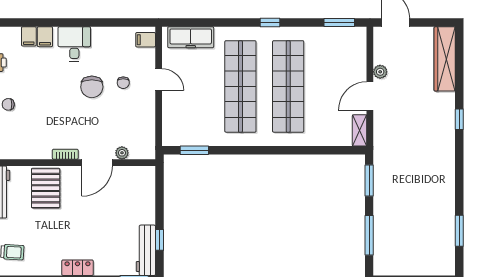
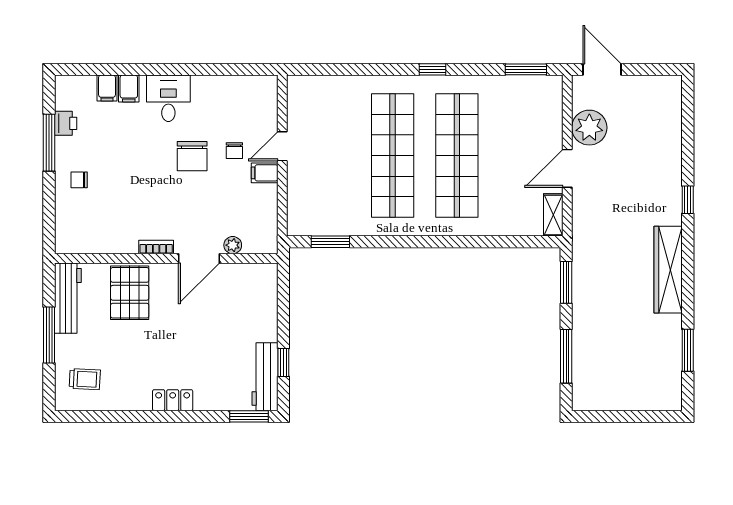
freezer: (191, 37) -> (325, 89), removed
filing cabinet: (146, 40) -> (265, 173), moved
wardrobe: (445, 59) -> (668, 270), moved
plant: (380, 72) -> (589, 128), width x1.88, depth x1.88
door: (159, 80) -> (282, 146), swing flipped

